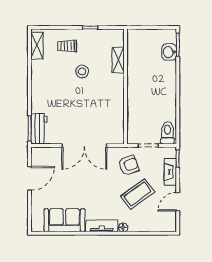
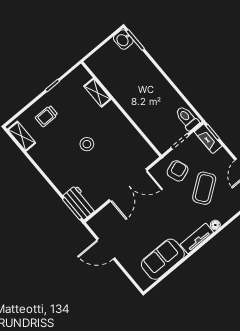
washbasin: (169, 52) -> (123, 40), moved
stool: (82, 71) -> (87, 144), moved
fireplace: (170, 172) -> (208, 139), moved
door: (29, 178) -> (106, 249), swing flipped

